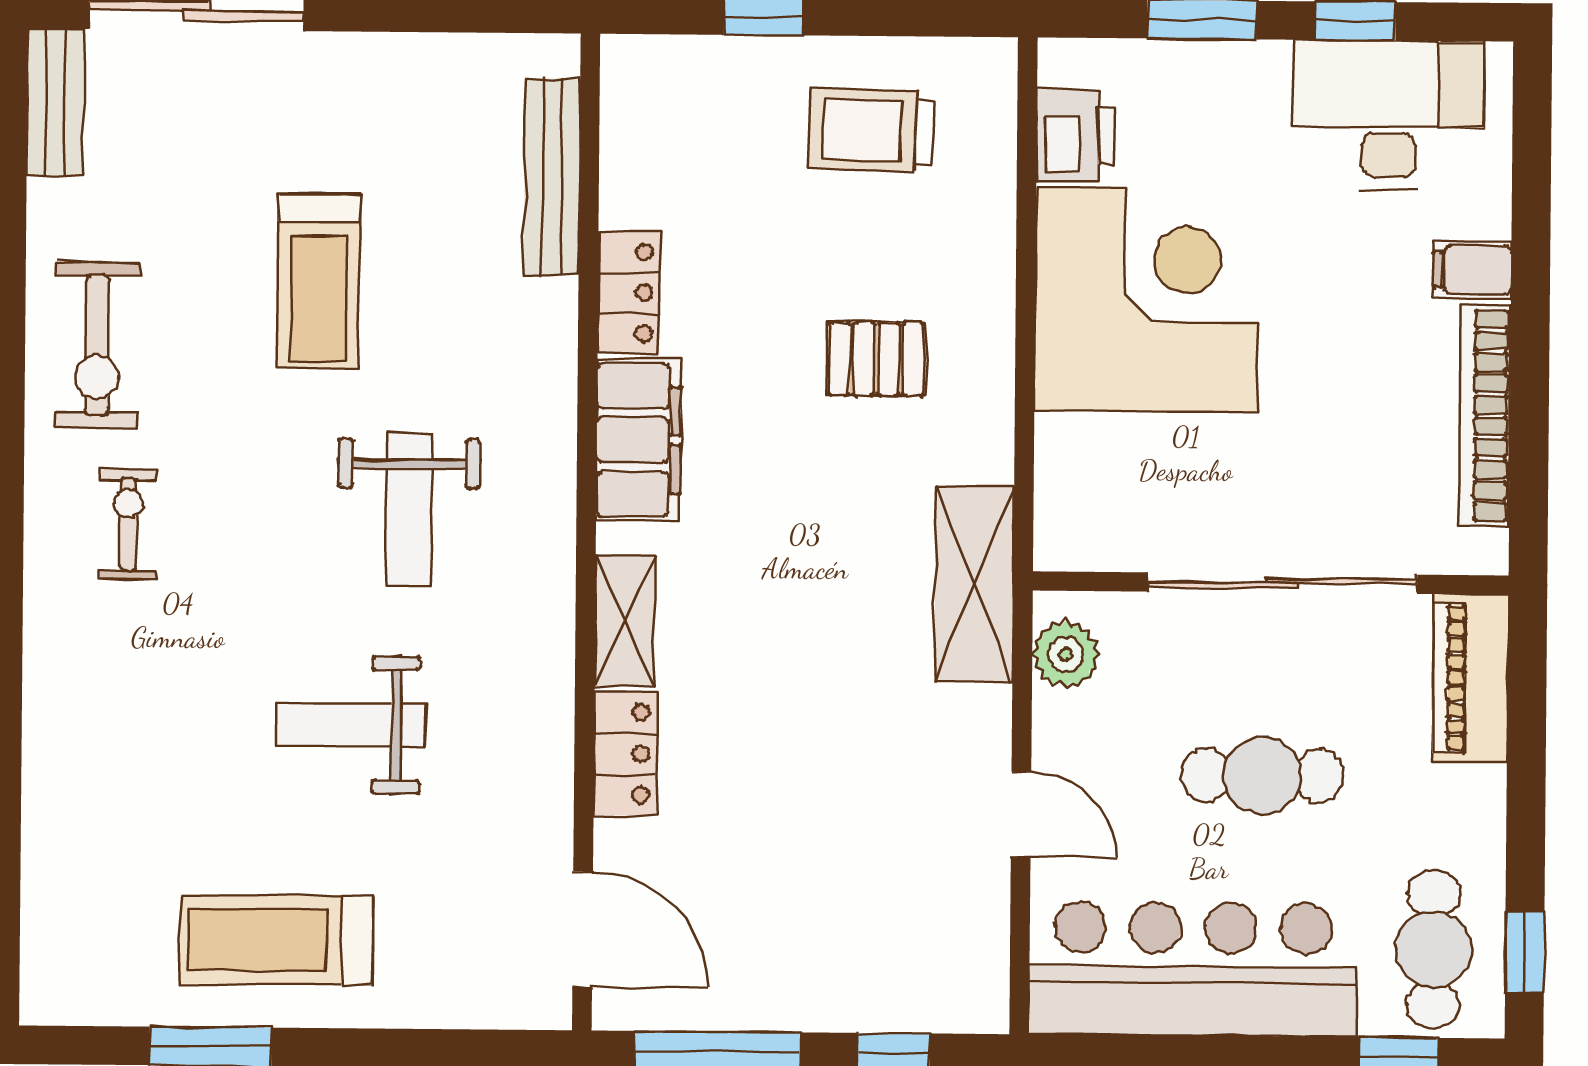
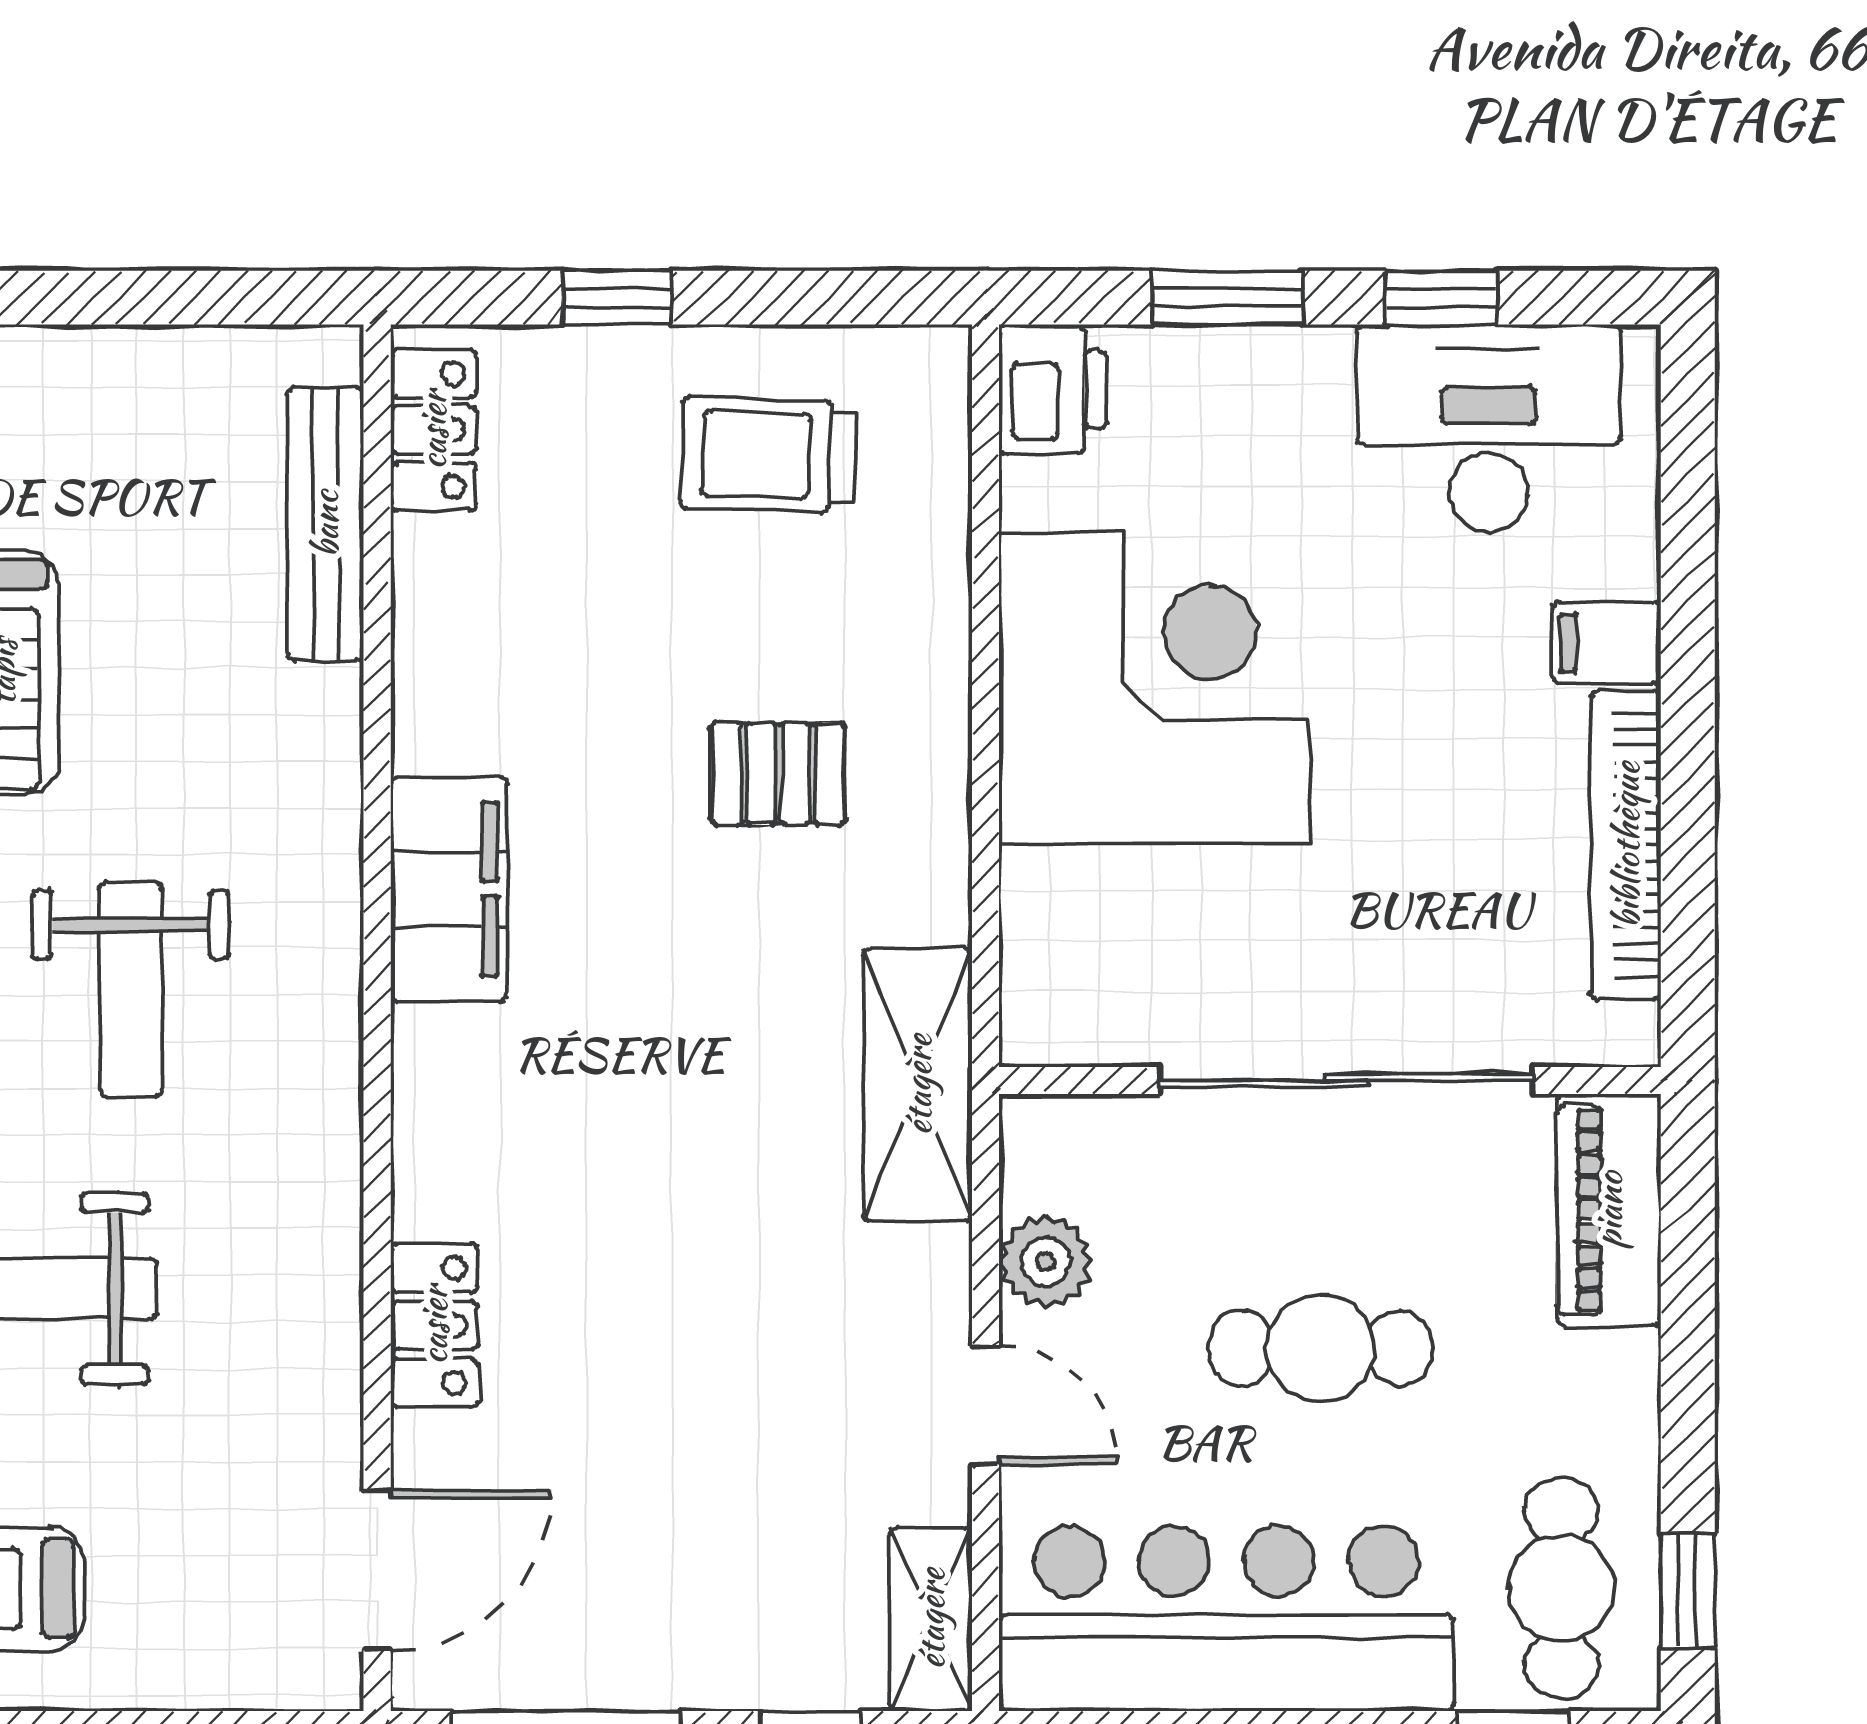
printer: (1075, 136) -> (1052, 389), moved
locker: (629, 293) -> (433, 430), moved
shelving: (625, 620) -> (931, 1619), moved
plant: (1066, 654) -> (1046, 1262), moved
door: (583, 929) -> (377, 1570), hinge flipped

